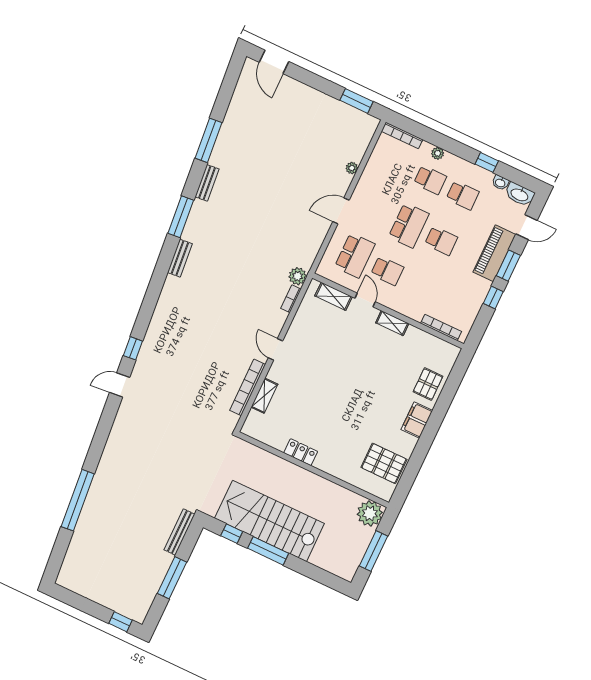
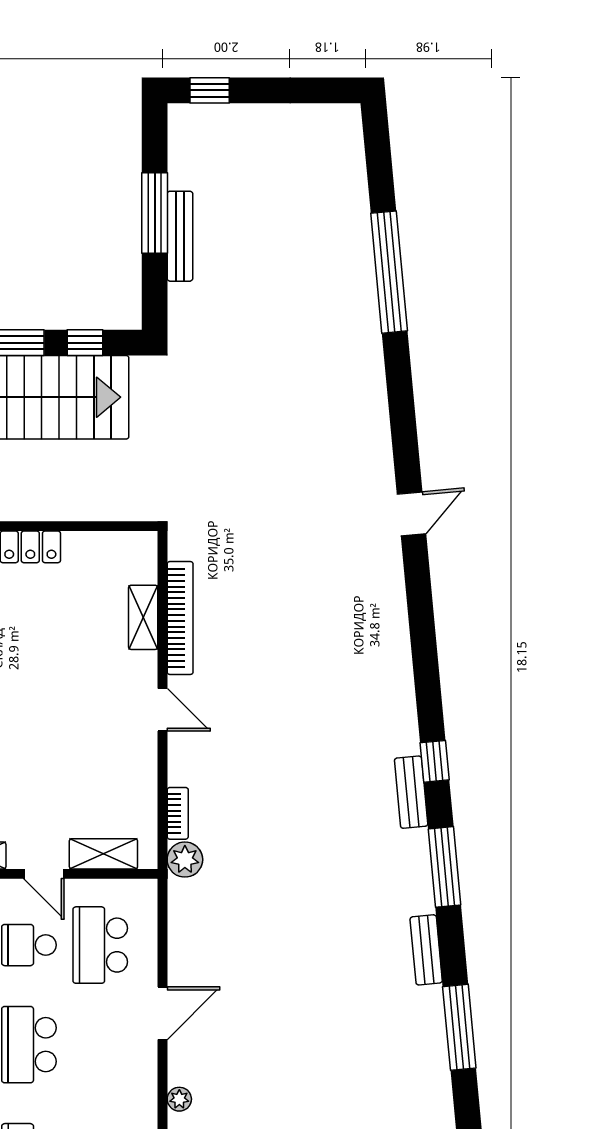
window: (133, 348) -> (435, 761), moved
bench: (179, 532) -> (180, 236), moved

